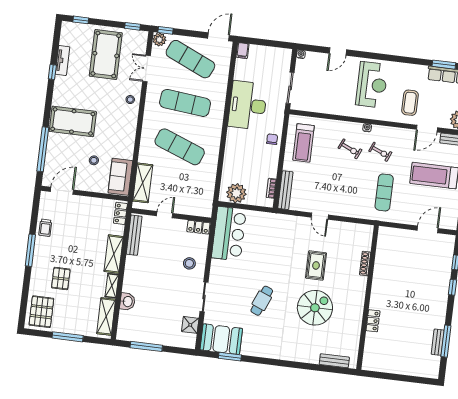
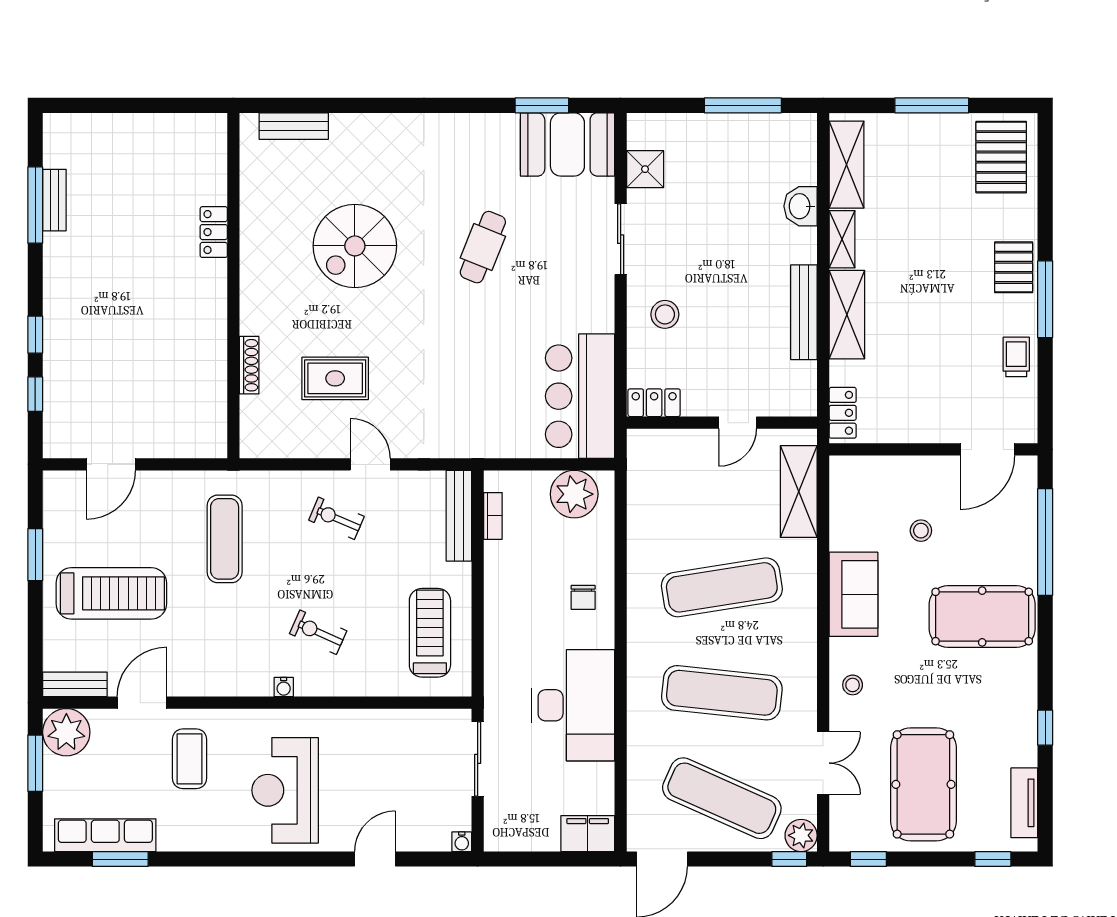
filing cabinet: (242, 51) -> (588, 834), width x2.00
tv unit: (62, 61) -> (1024, 803), moved
chair: (272, 139) -> (583, 597), moved
exercise mat: (180, 147) -> (722, 587), turned -30
exercise bike: (380, 152) -> (336, 518), moved
sofa: (120, 177) -> (853, 594), moved
bench: (134, 235) -> (804, 312), moved
rug: (316, 265) -> (335, 378), moved, turned 90
pallet: (61, 278) -> (1014, 267), moved

